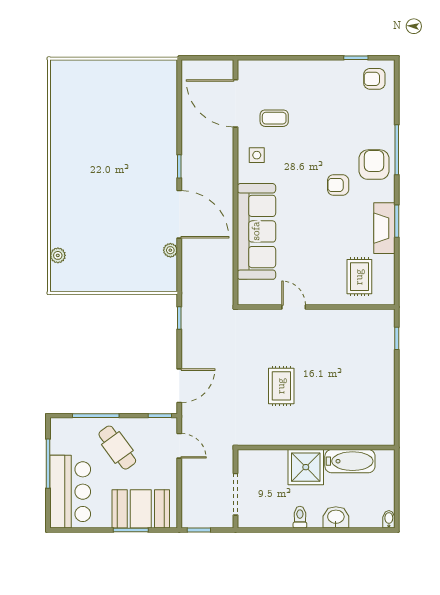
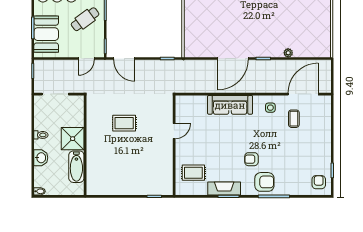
armchair: (338, 185) -> (251, 159), turned -90
sofa: (256, 231) -> (230, 105), width x0.74, depth x0.79
plant: (170, 250) -> (288, 53), moved

